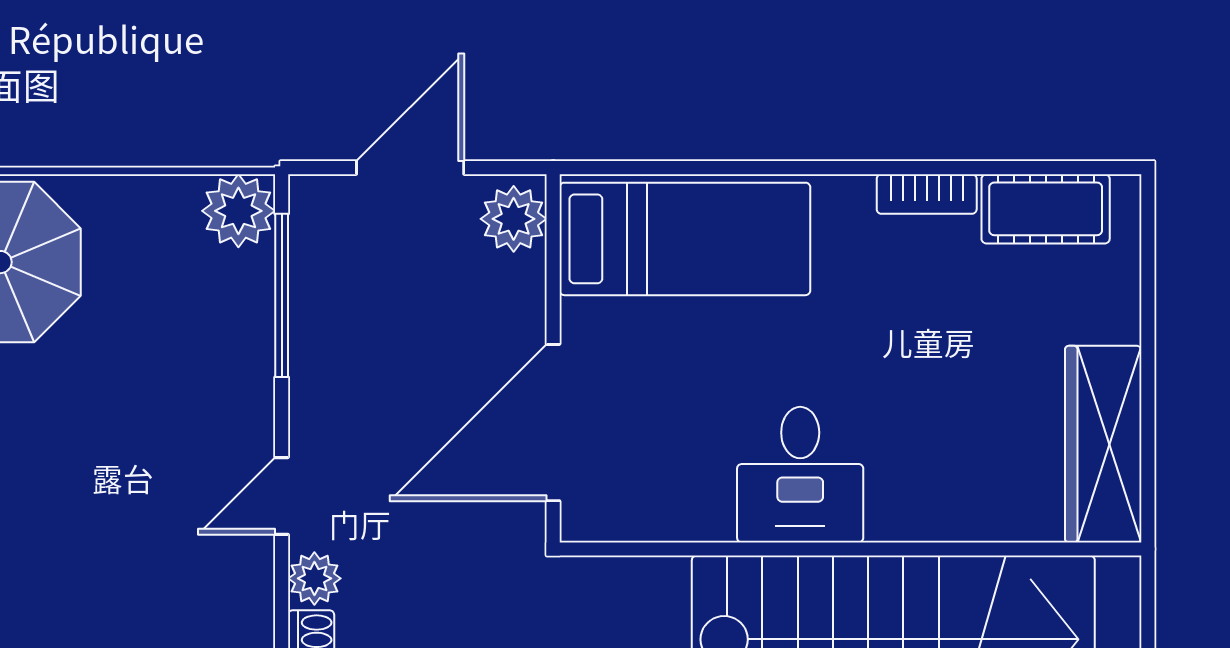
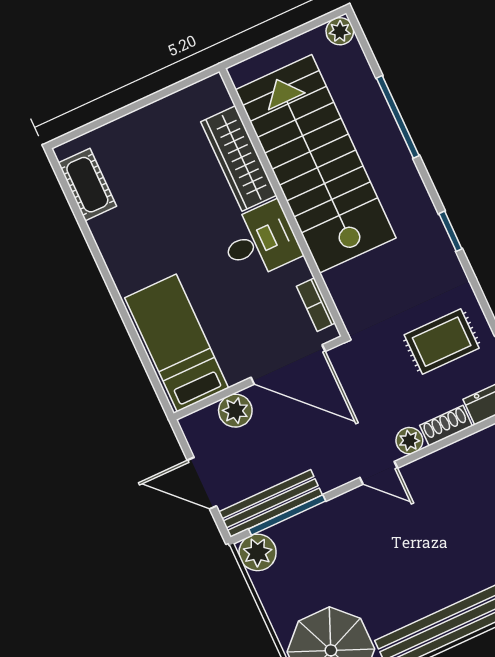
bookcase: (927, 194) -> (316, 305), moved, turned 180
plant: (514, 219) -> (235, 411), moved
bench: (316, 275) -> (270, 503), added
wardrobe: (1103, 444) -> (239, 159), moved, turned 90

